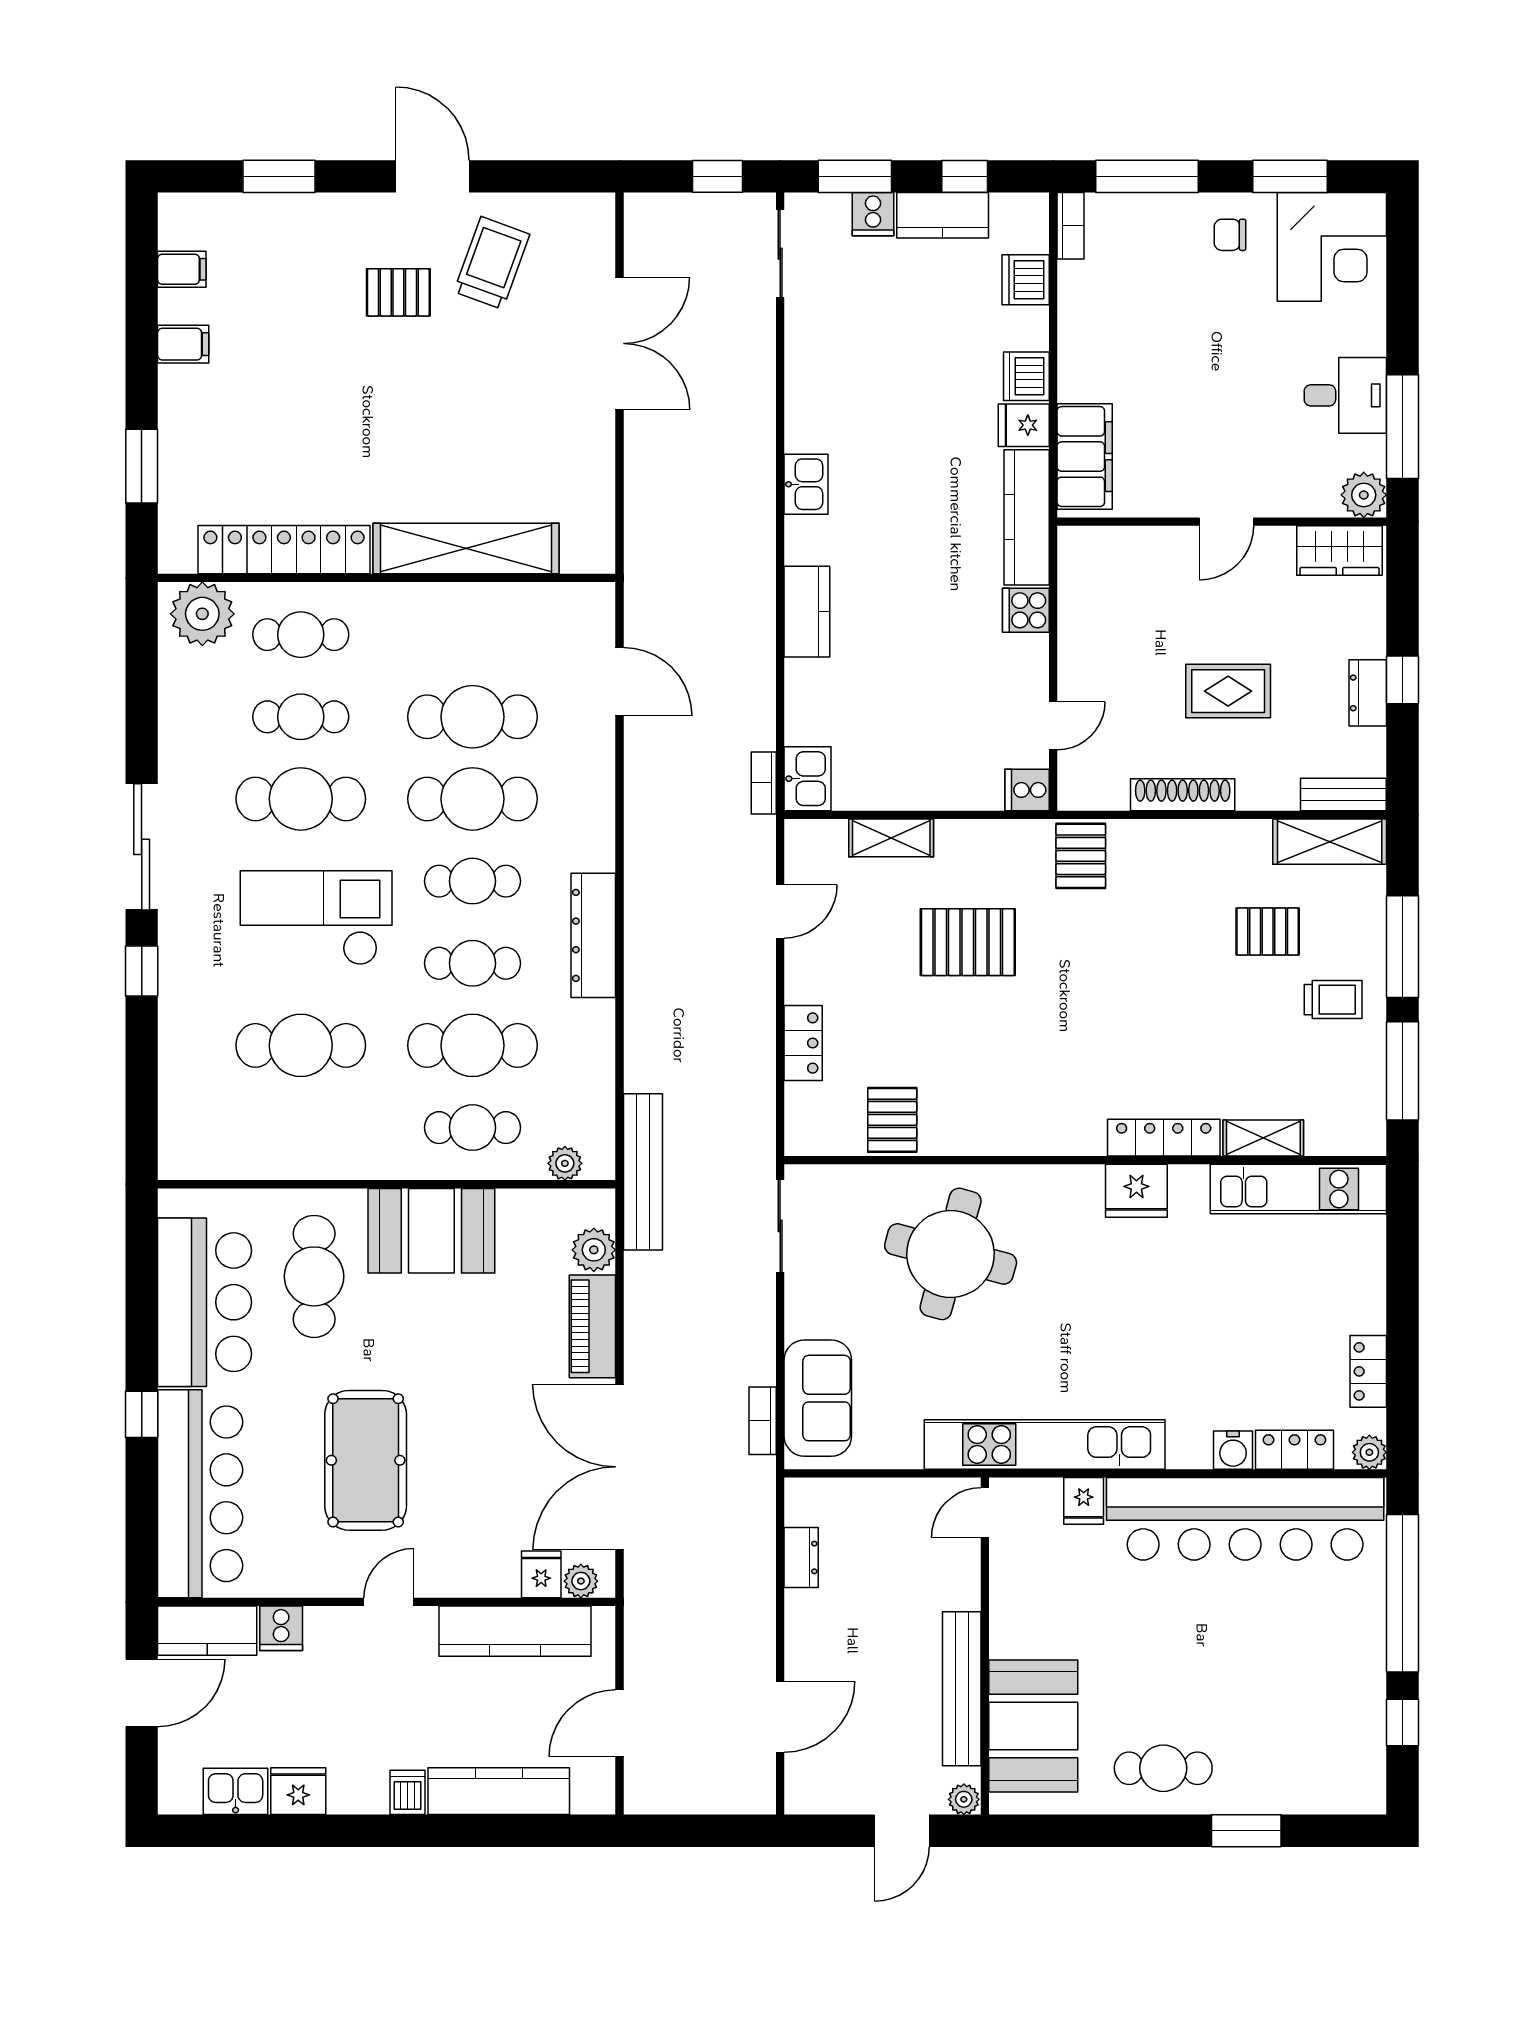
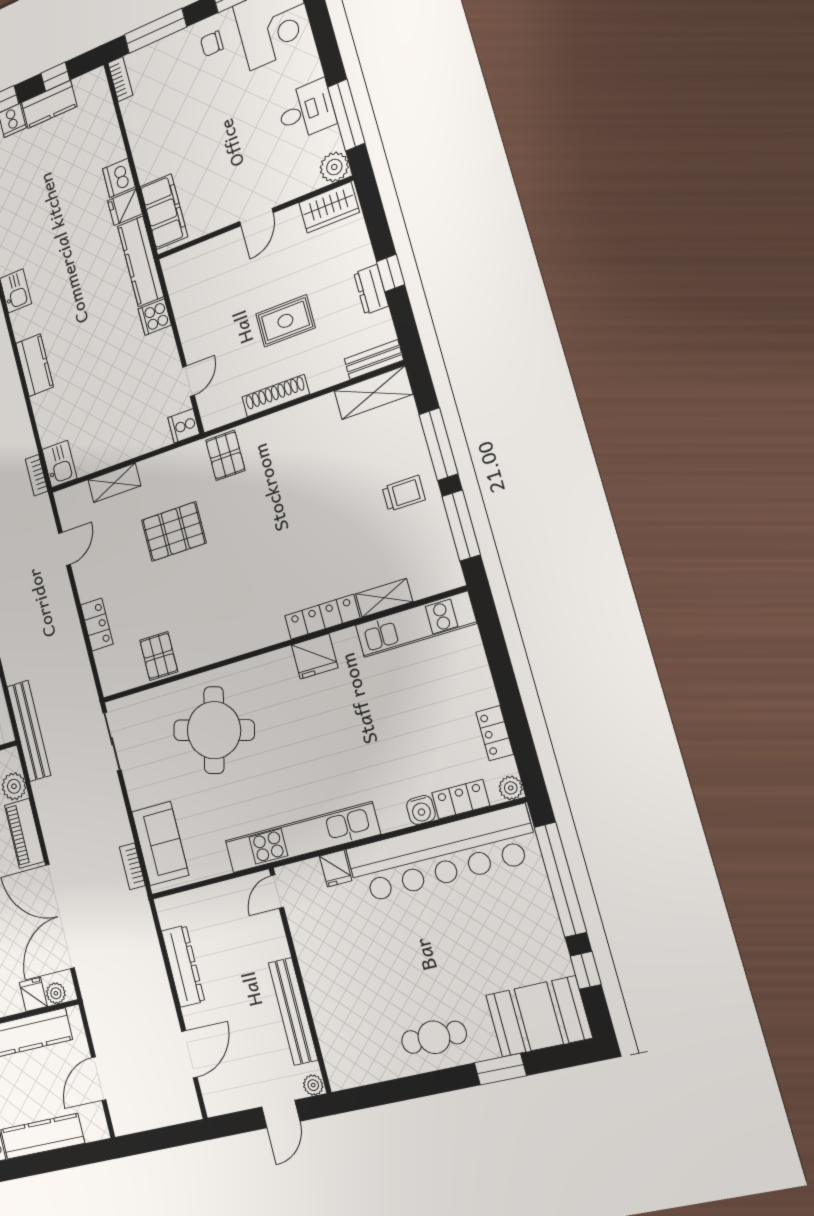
dishwasher: (1026, 280) -> (104, 121), removed
pallet: (1268, 932) -> (351, 464), removed
dresser: (801, 1557) -> (183, 966), width x1.96, depth x1.24
booth: (1033, 1726) -> (539, 1016), moved, turned 90

